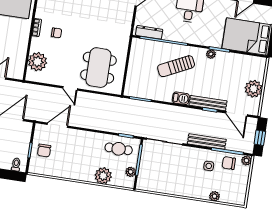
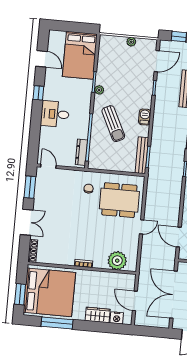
chair: (57, 33) -> (89, 189), moved
plant: (254, 89) -> (131, 42), width x0.53, depth x0.53
bench: (208, 103) -> (142, 155), moved

